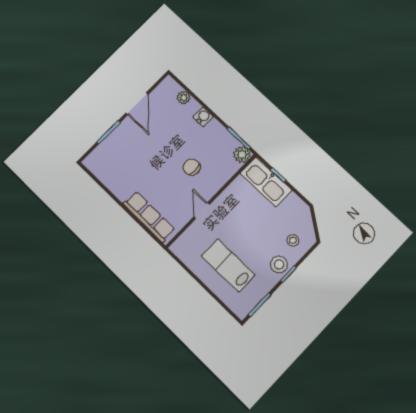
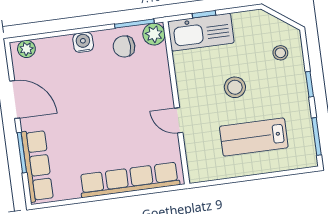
plant: (184, 97) -> (26, 49), moved
row of seats: (108, 148) -> (37, 166), added
chair: (192, 167) -> (124, 46), moved
row of seats: (149, 217) -> (129, 180), width x1.36
stool: (279, 264) -> (235, 87), moved

